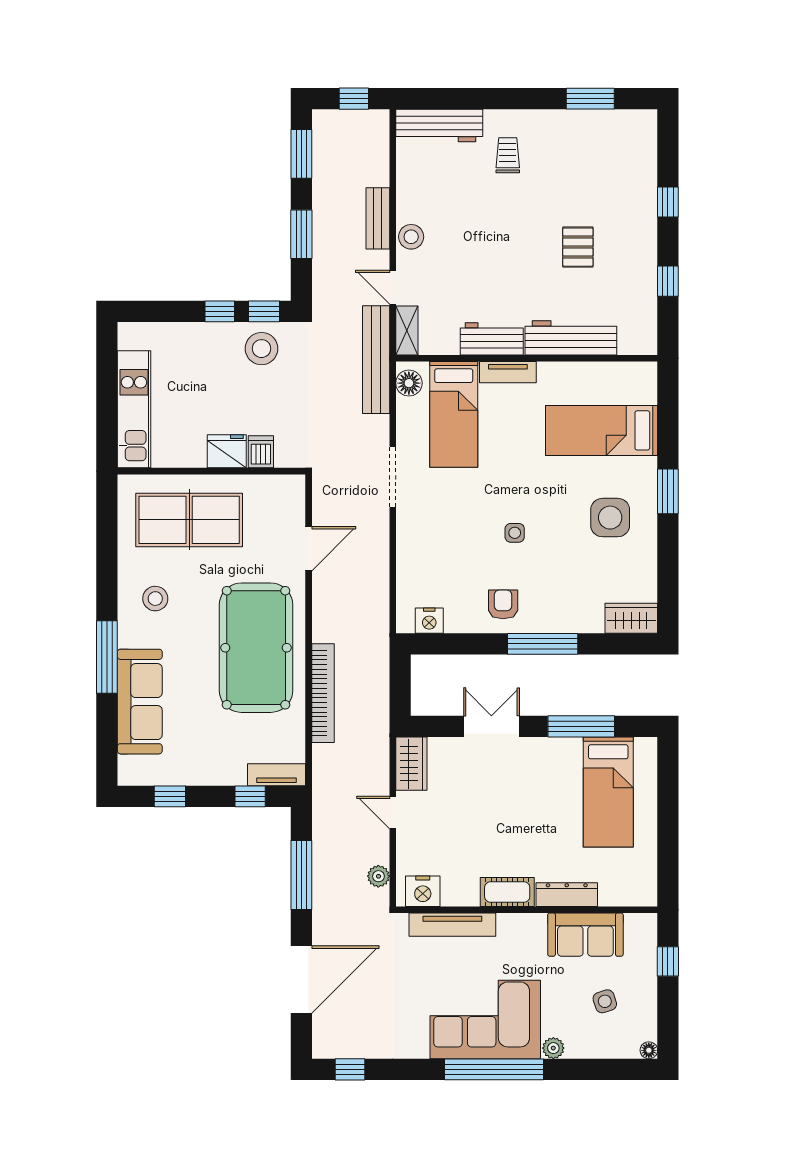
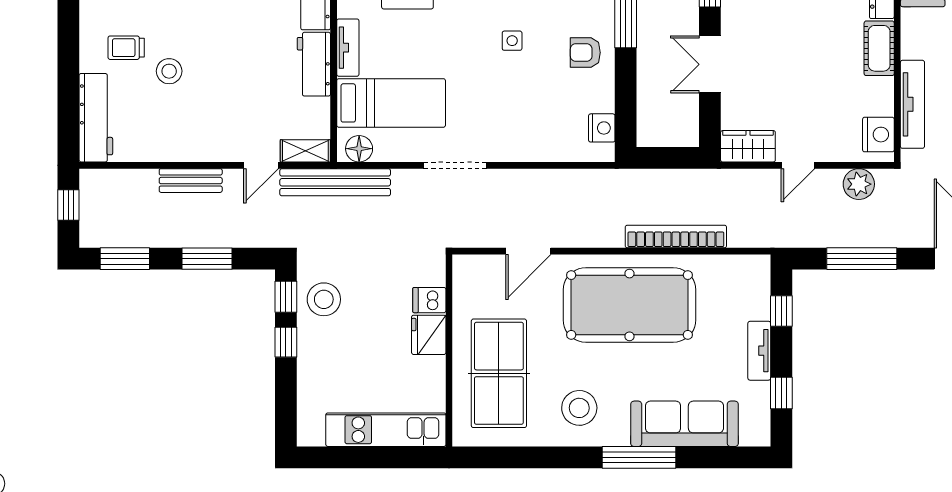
stool: (411, 237) -> (169, 71), moved
door: (309, 549) -> (528, 251), swing flipped
stool: (155, 599) -> (579, 408), width x1.38, depth x1.38
tv unit: (277, 775) -> (759, 351), moved
plant: (378, 876) -> (859, 184), width x1.38, depth x1.38

